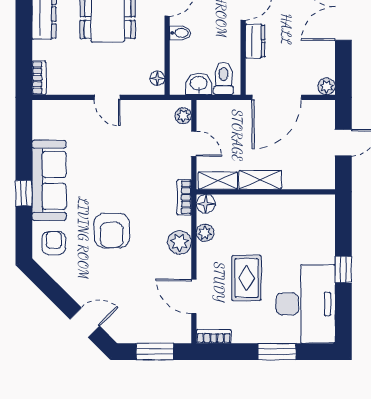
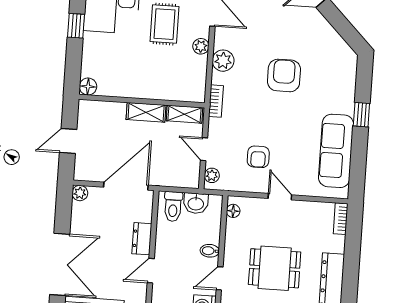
sofa: (49, 180) -> (336, 151), moved
floor lamp: (206, 204) -> (88, 87), moved
plant: (205, 233) -> (201, 46), moved
armchair: (54, 243) -> (258, 157), moved

